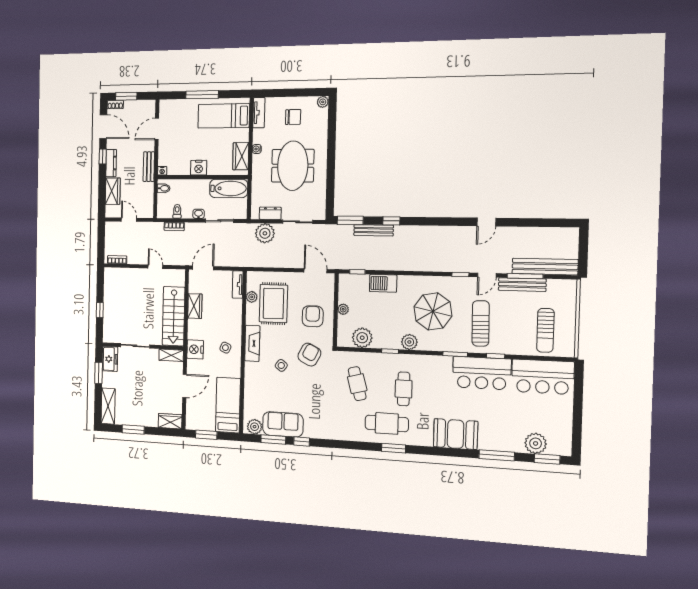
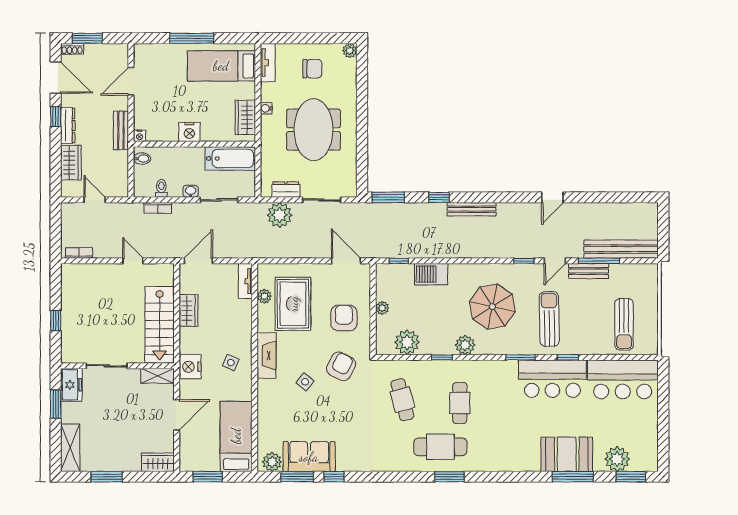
bench: (374, 230) -> (471, 209), moved
bench: (522, 285) -> (589, 271), width x0.73
booth: (456, 434) -> (567, 454), moved

